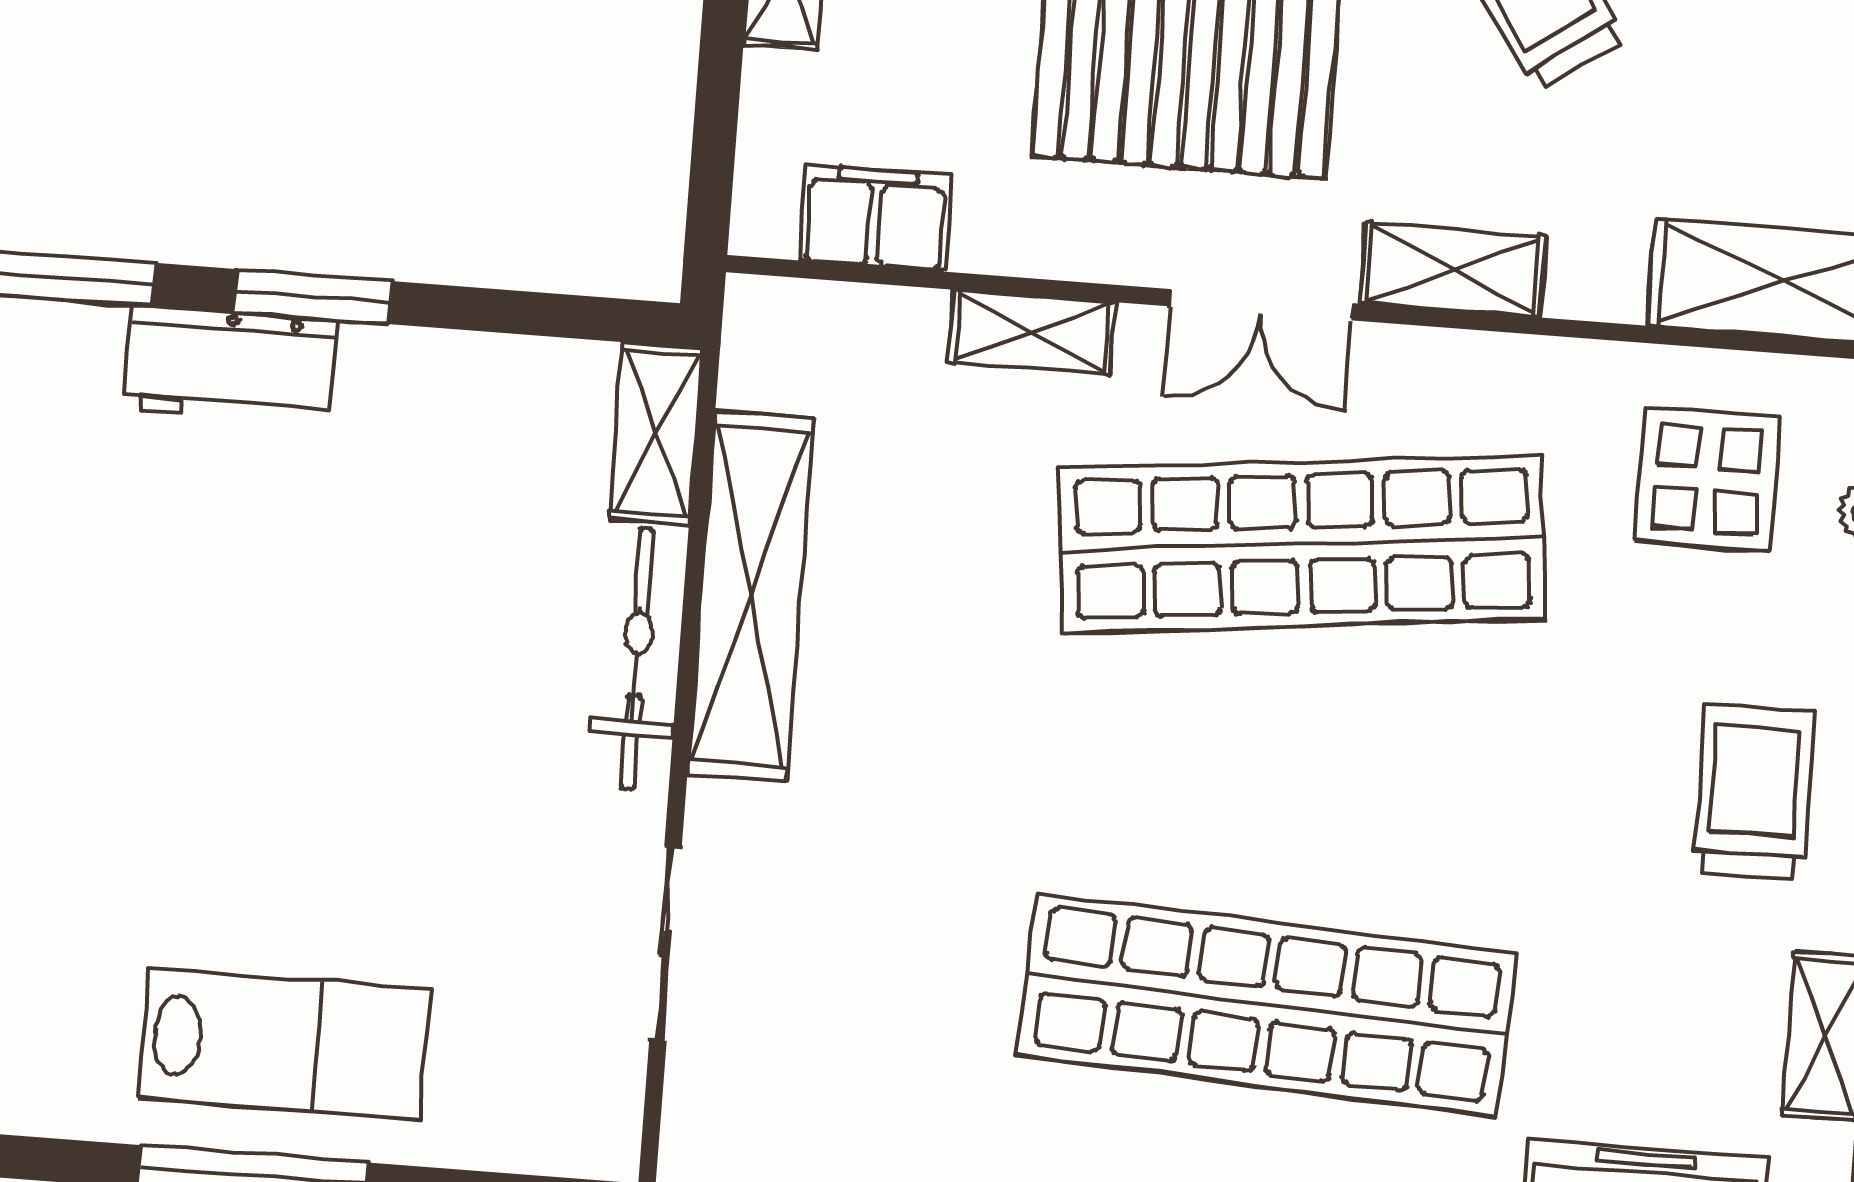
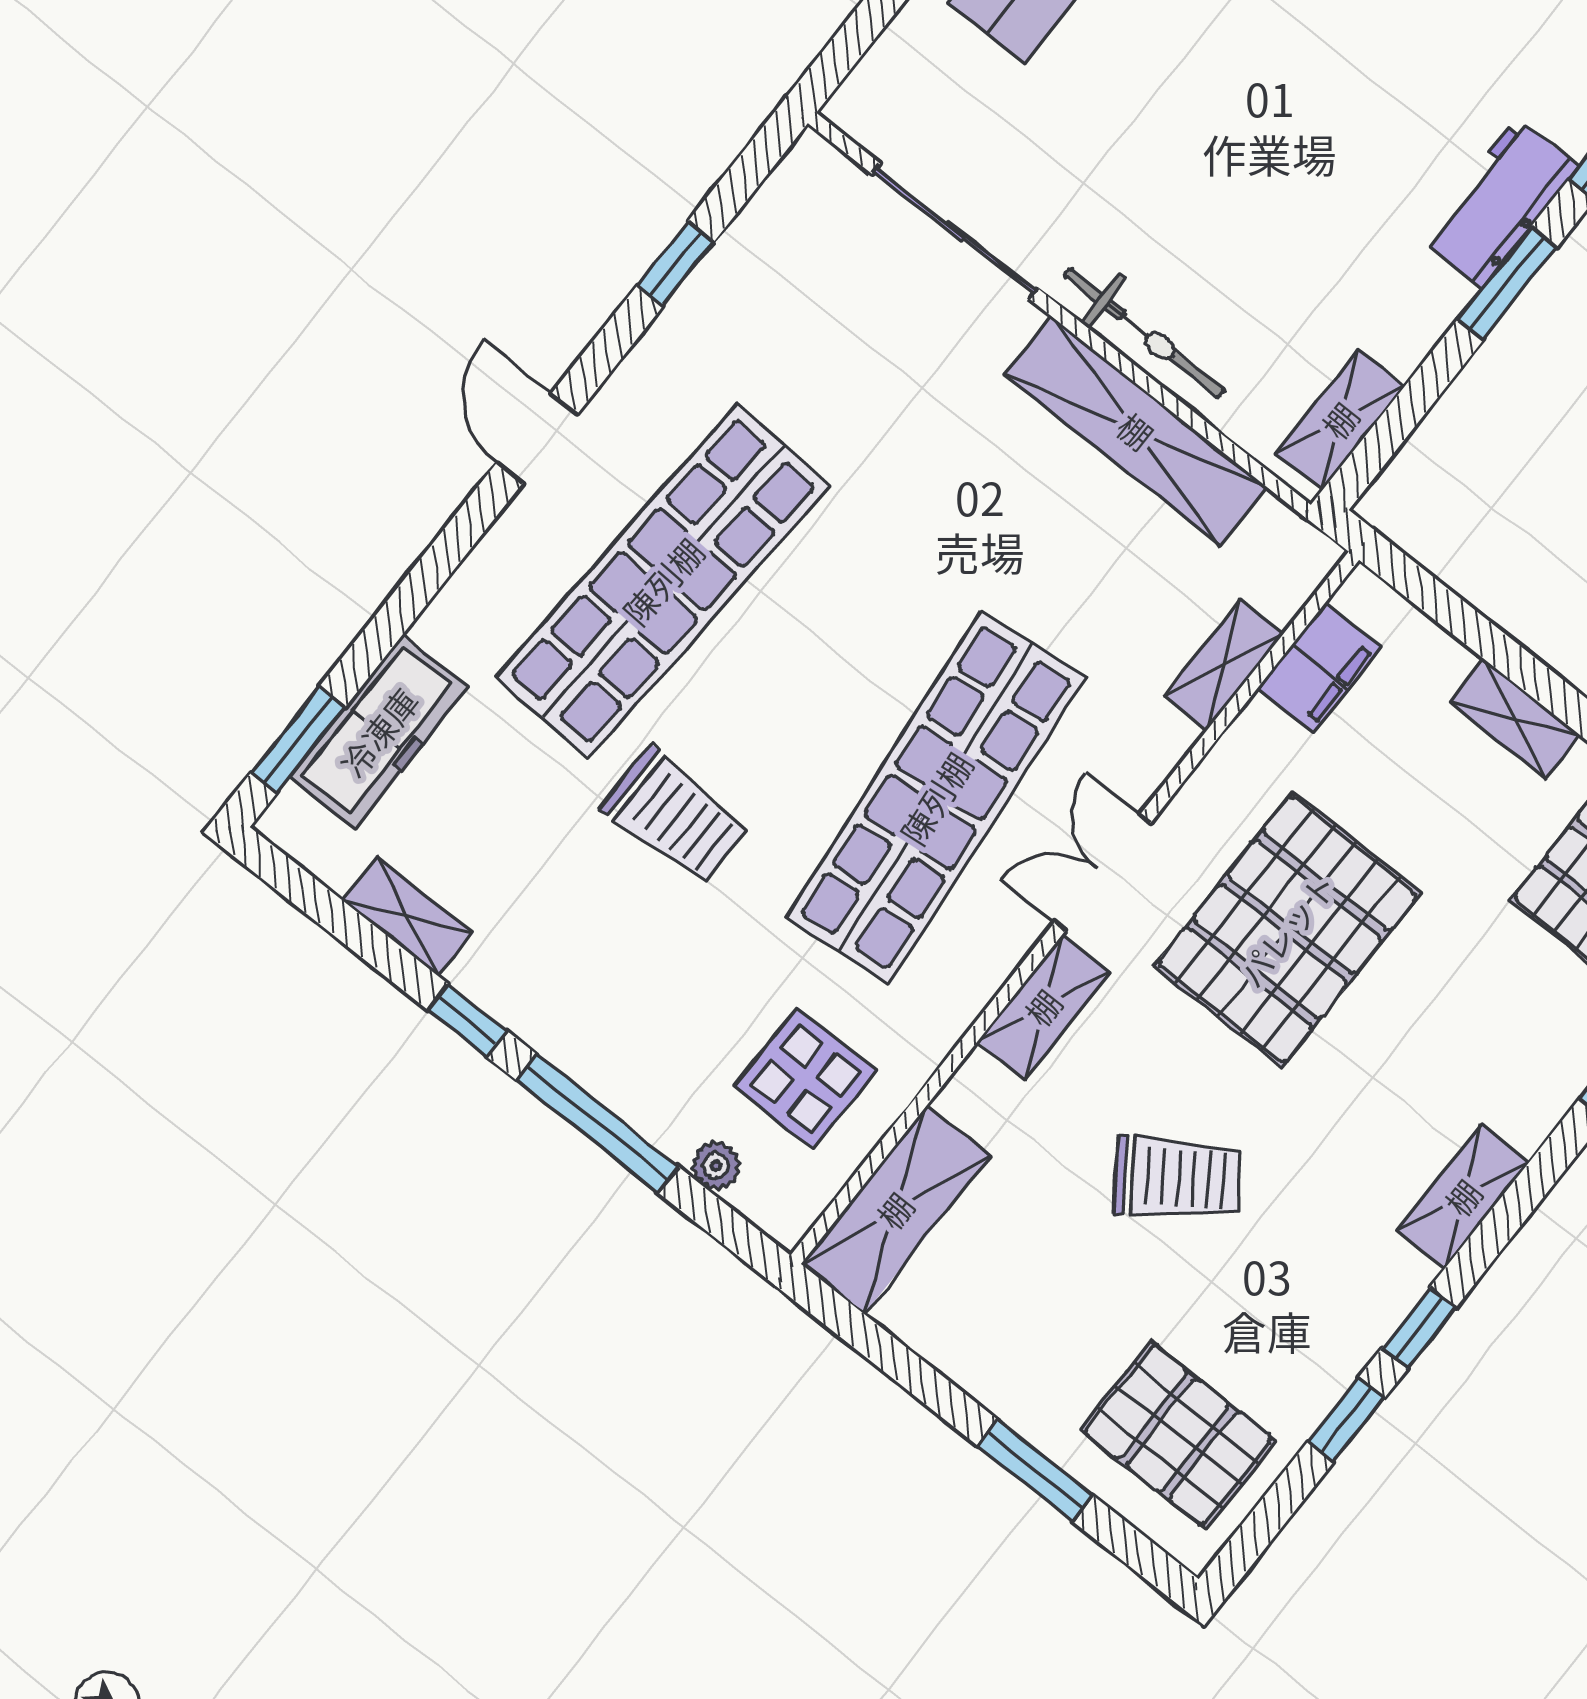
shelving: (1032, 332) -> (1224, 665), moved
shelving: (656, 433) -> (1340, 420), moved, turned 90
trolley: (1754, 792) -> (675, 816), moved
sliding door: (665, 943) -> (955, 231), width x1.37

